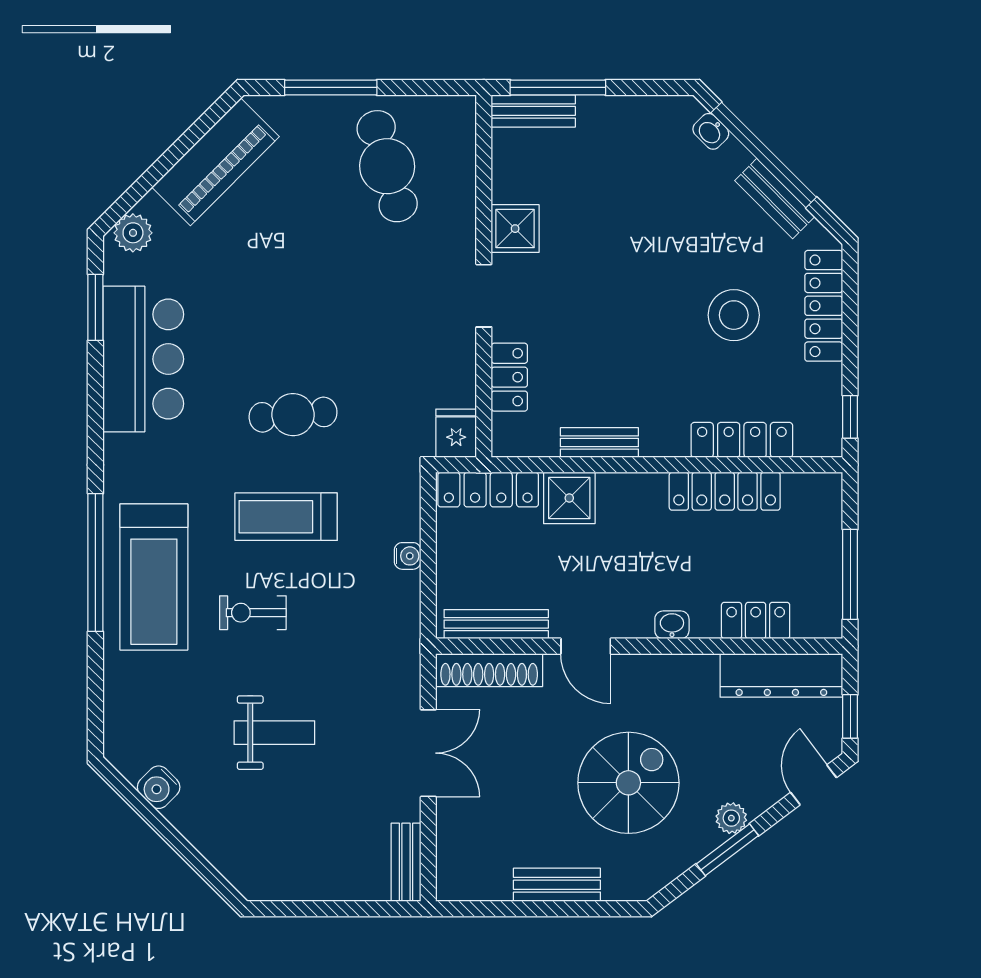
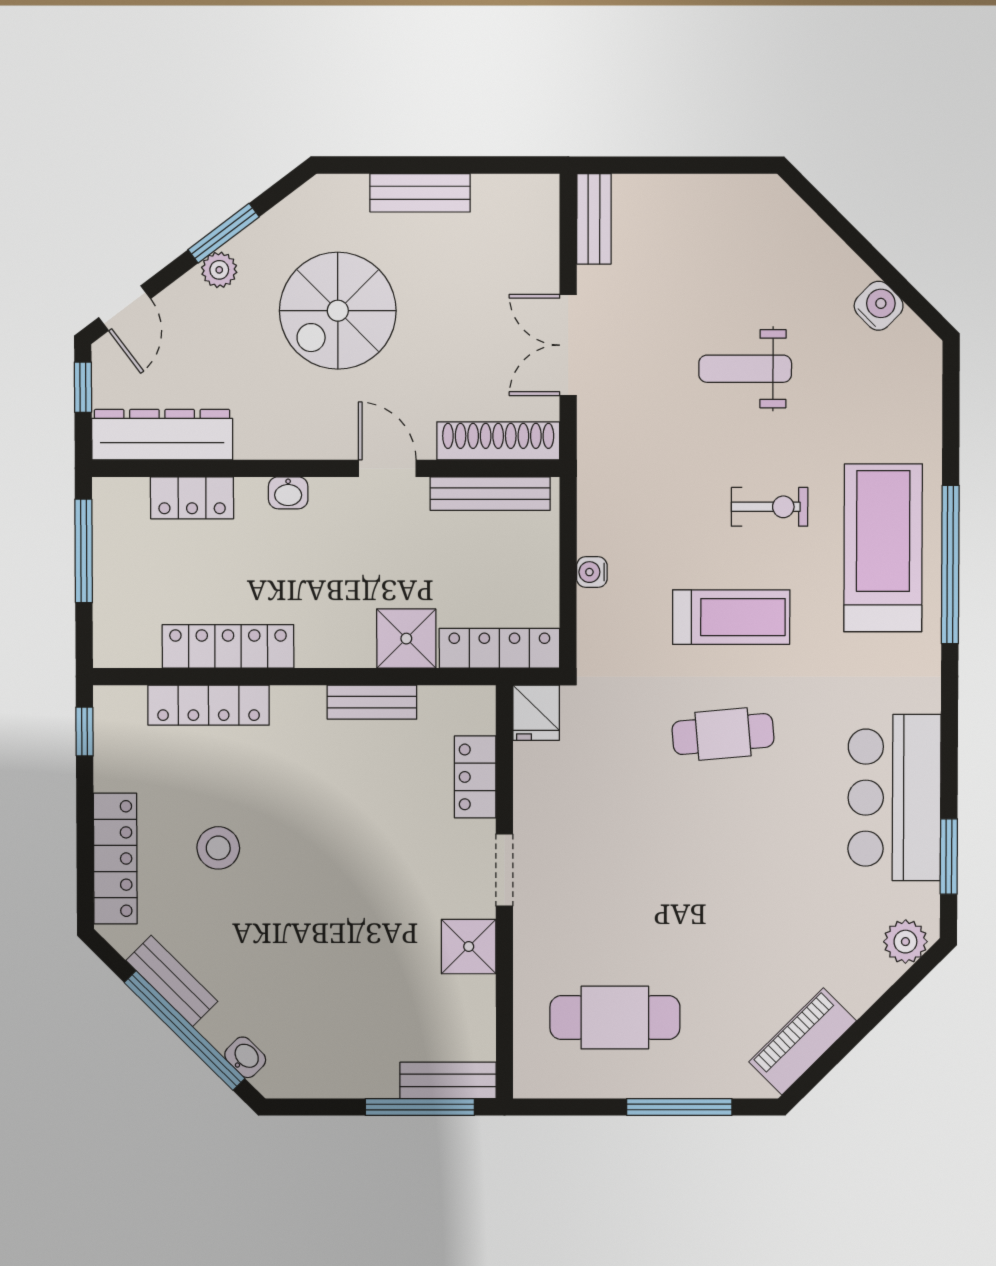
piano: (216, 162) -> (803, 1041), width x0.73, depth x0.75
cafe table: (387, 166) -> (615, 1018), turned -74
stool: (734, 315) -> (218, 848), width x0.73, depth x0.73

